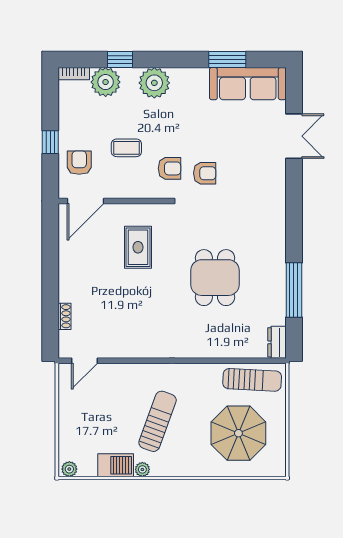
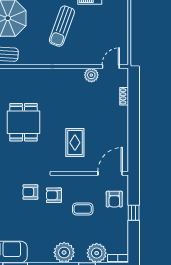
plant: (114, 348) -> (91, 75), added

